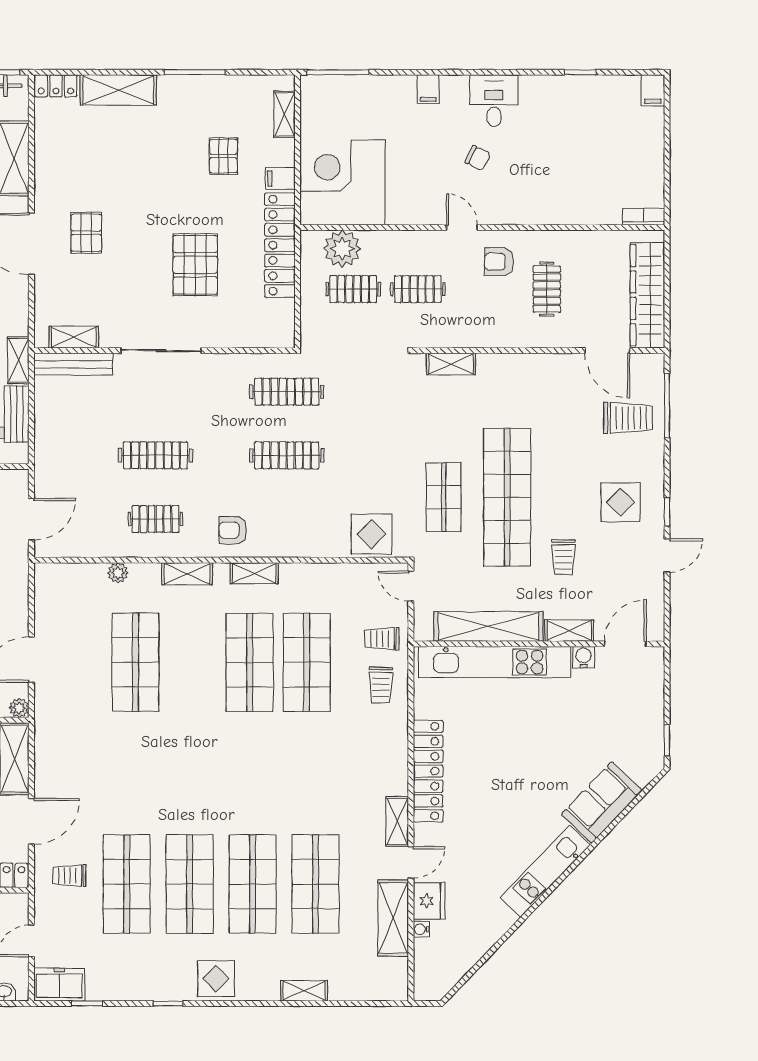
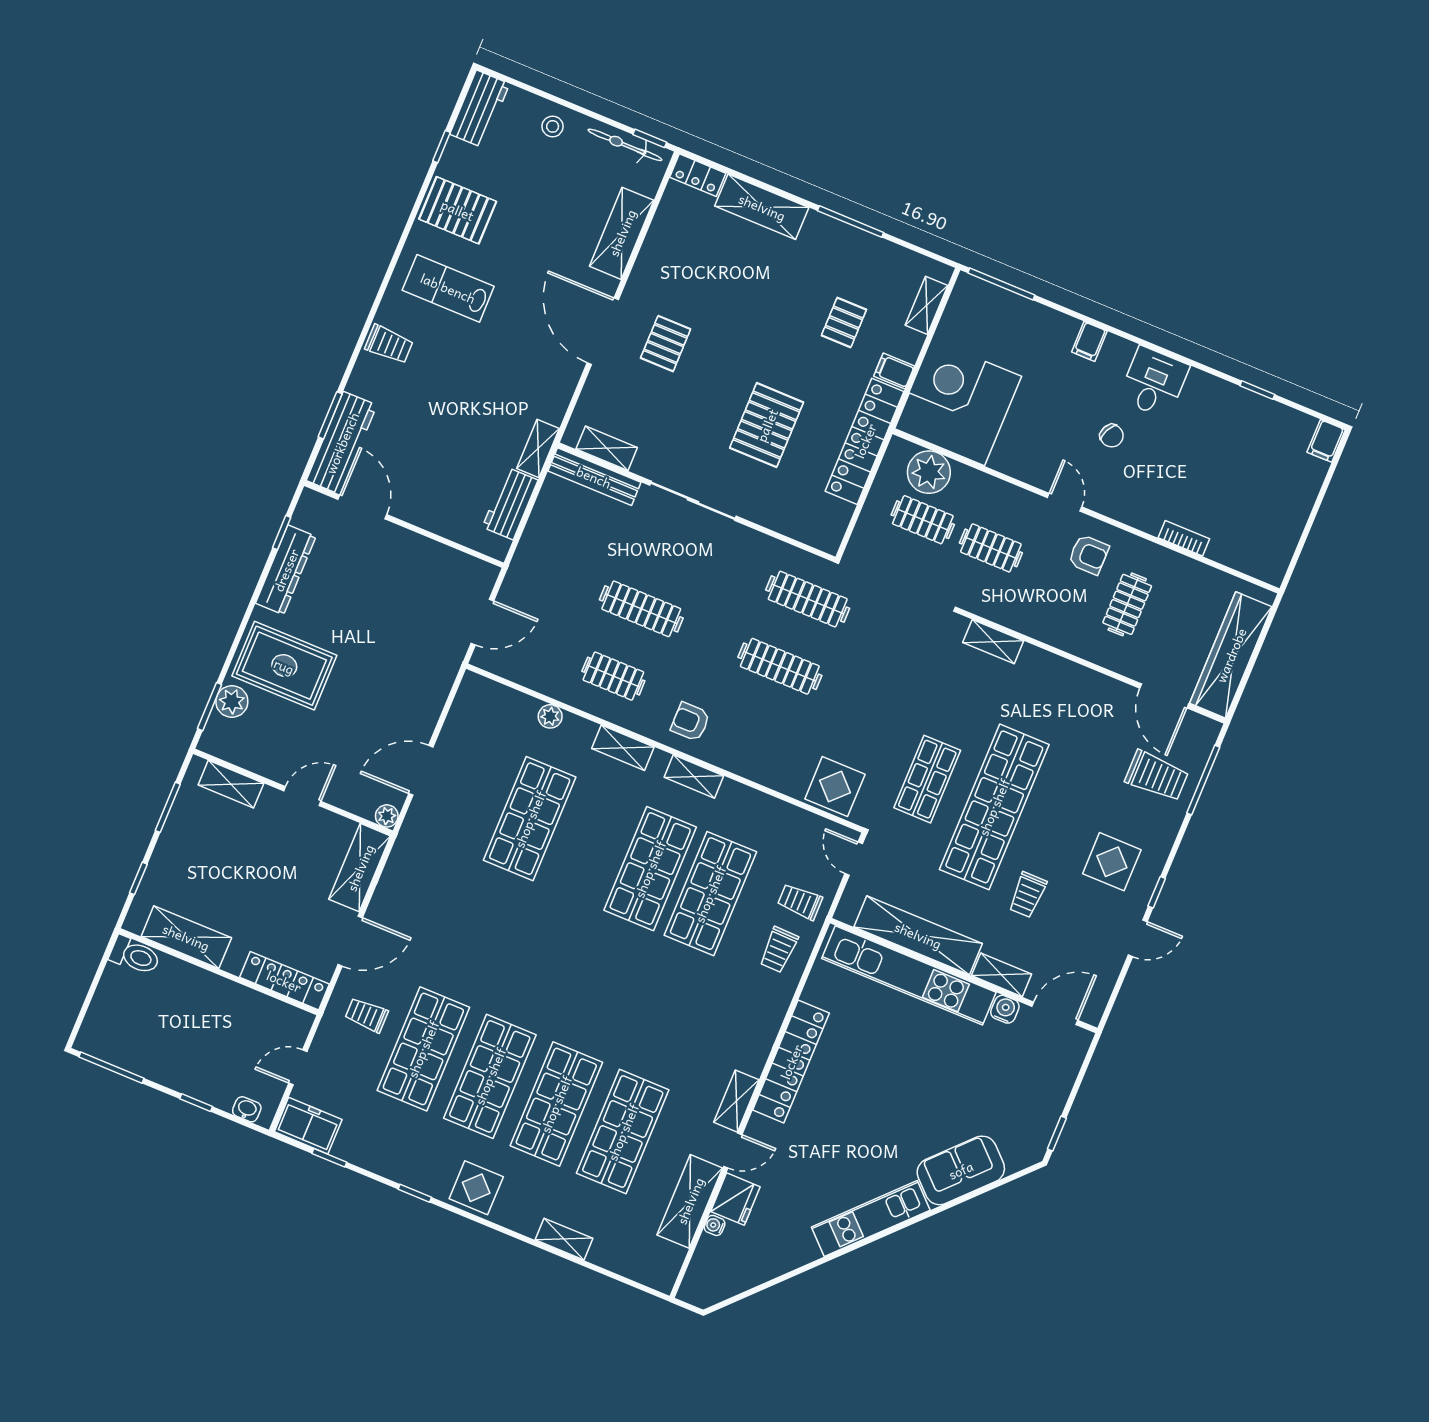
bookcase: (644, 217) -> (1184, 538), moved
armchair: (499, 262) -> (1089, 555), turned 180

